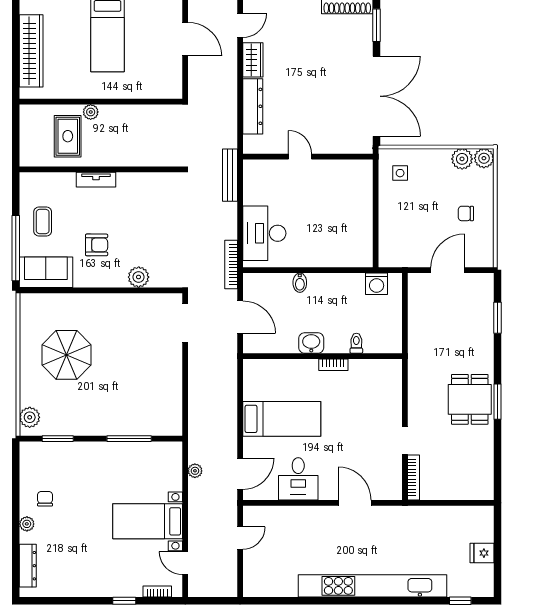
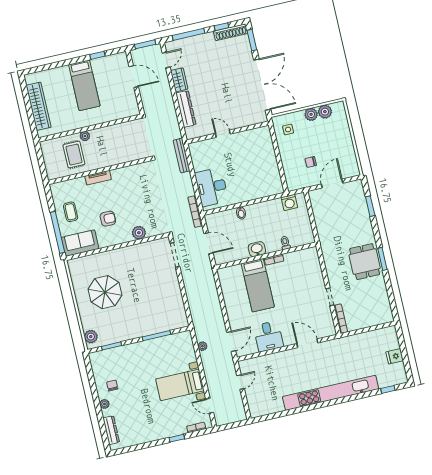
plant: (484, 158) -> (311, 114), moved
chair: (466, 213) -> (311, 162), moved
bed: (282, 419) -> (258, 285), moved, turned 90

